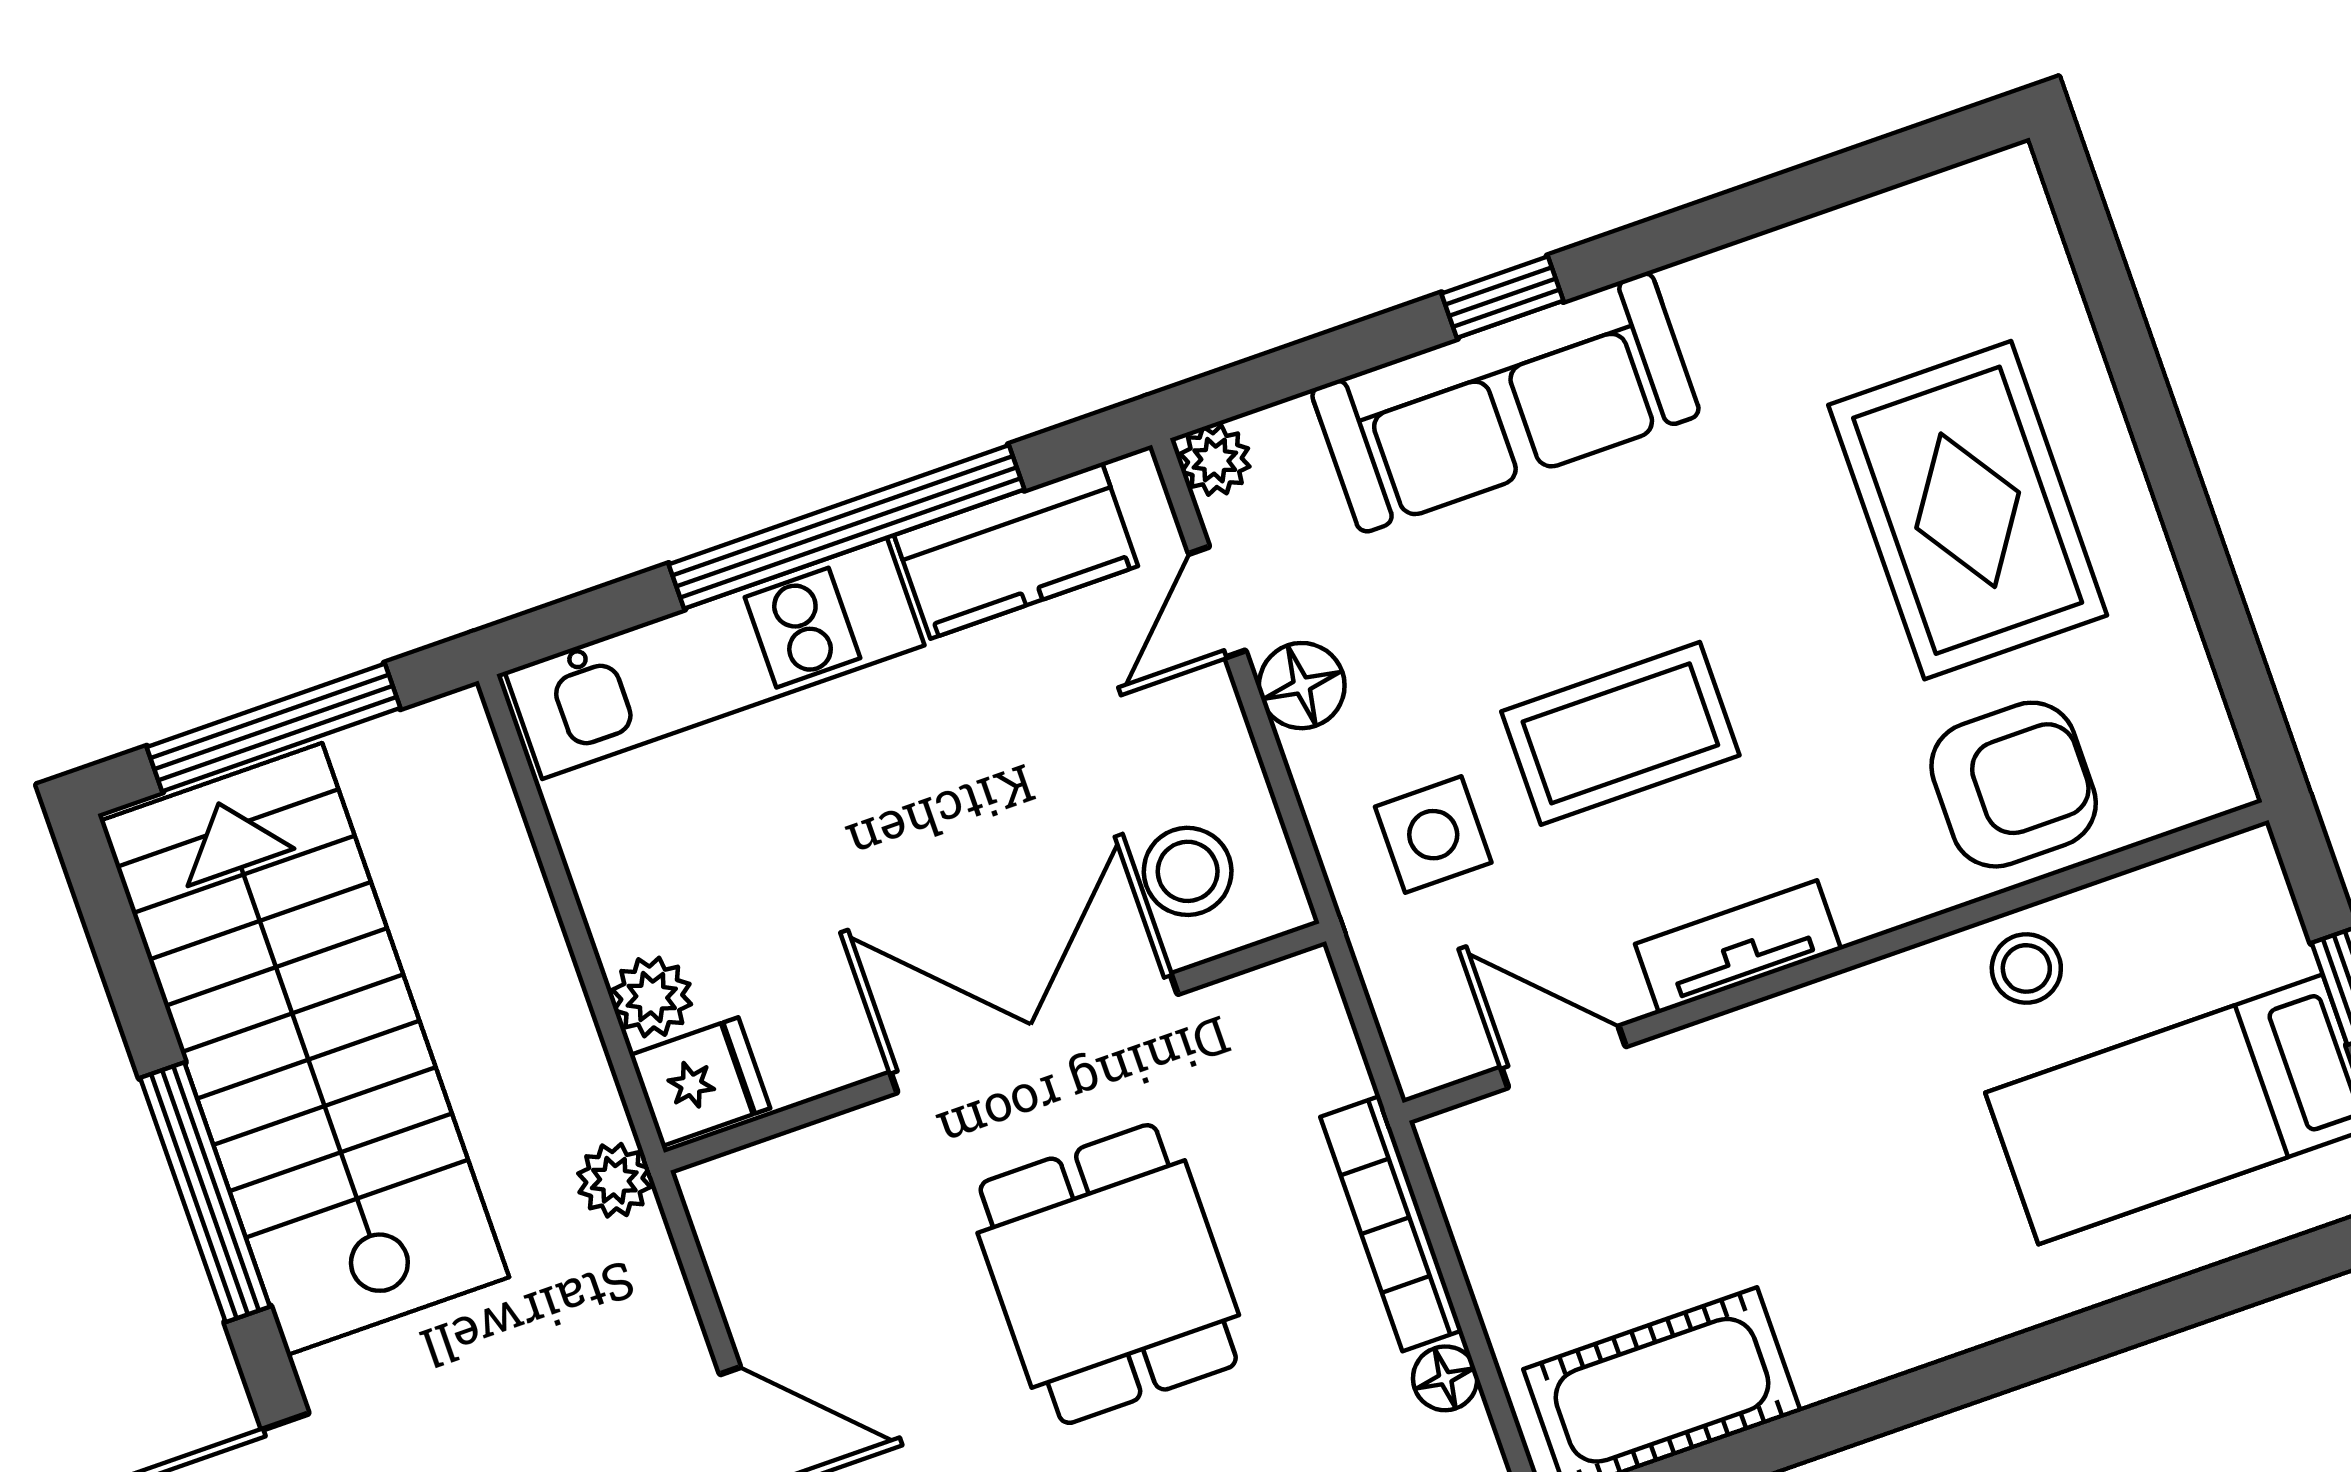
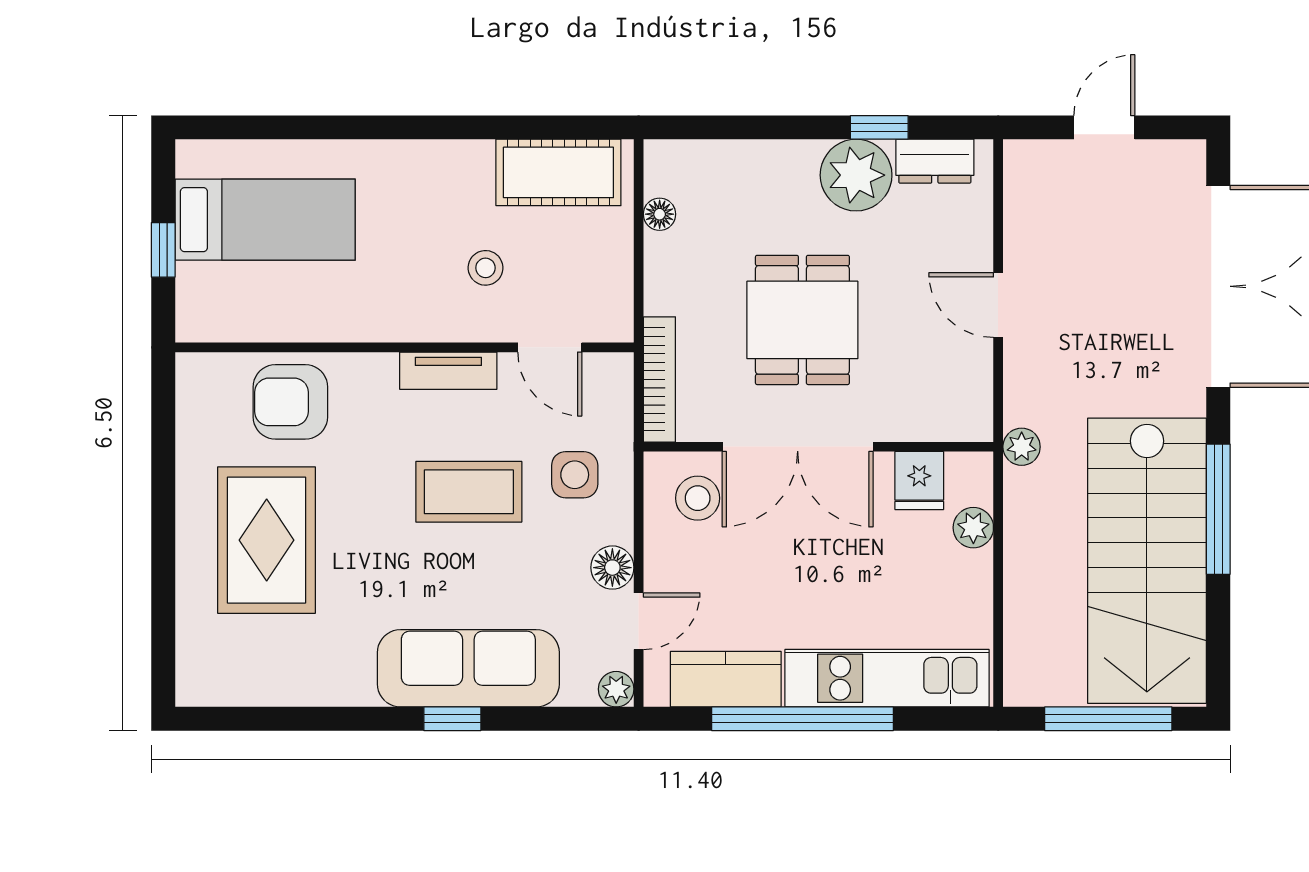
stool: (2026, 968) -> (485, 268), moved
fridge: (700, 1082) -> (919, 481), moved, turned -90
bookcase: (1391, 1224) -> (659, 379), moved

